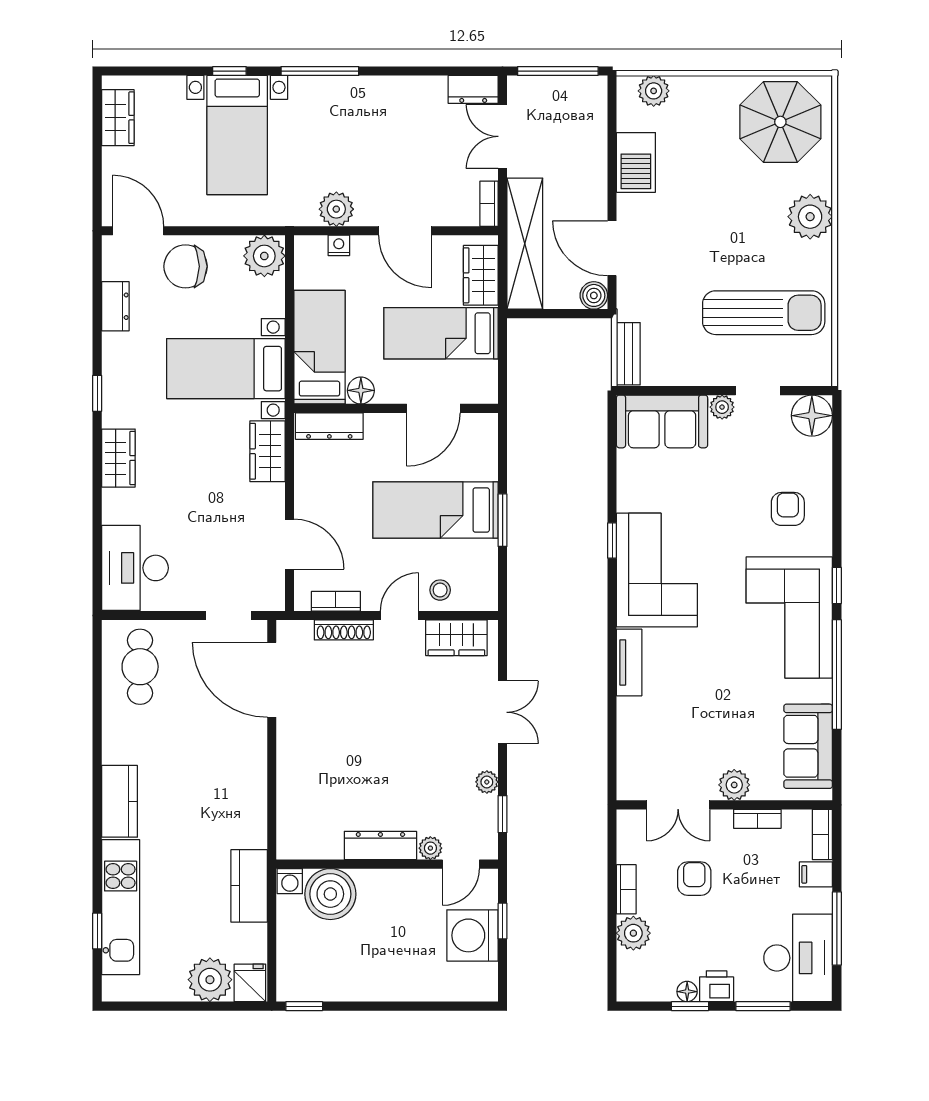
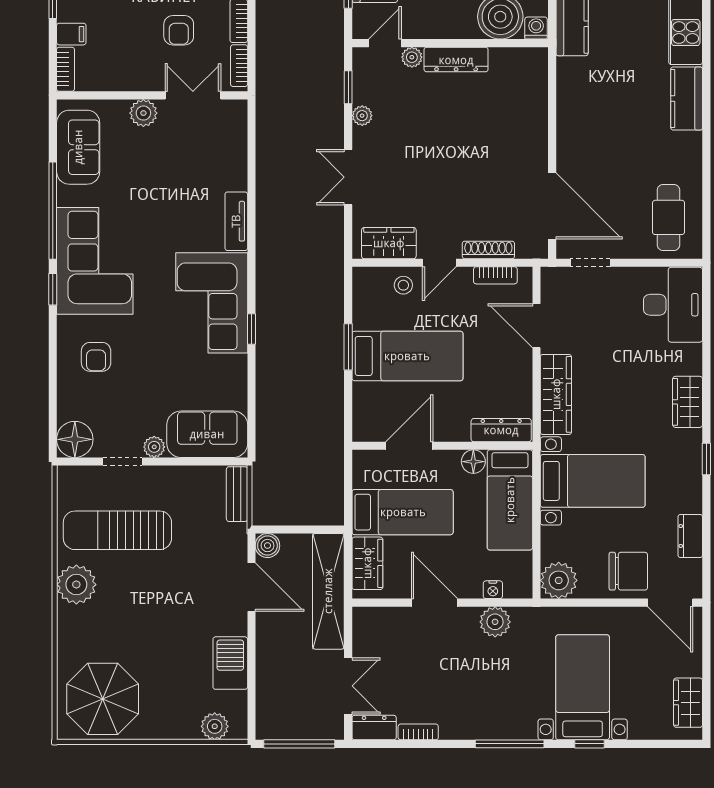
bookcase: (489, 204) -> (418, 732), moved, turned -90
plant: (810, 217) -> (76, 585), moved
wardrobe: (267, 451) -> (556, 394), width x1.50
bookcase: (757, 819) -> (239, 66), moved, turned -90

